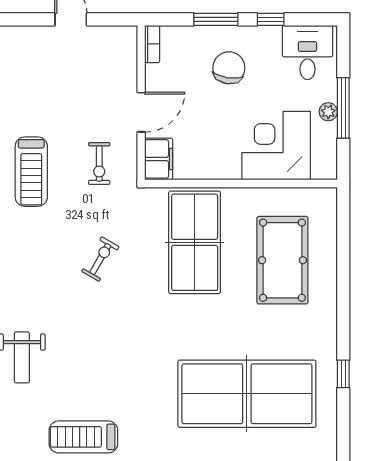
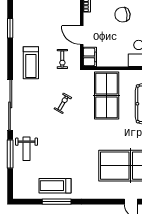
chair: (229, 68) -> (122, 15), turned -106
door: (141, 112) -> (82, 35), swing flipped

